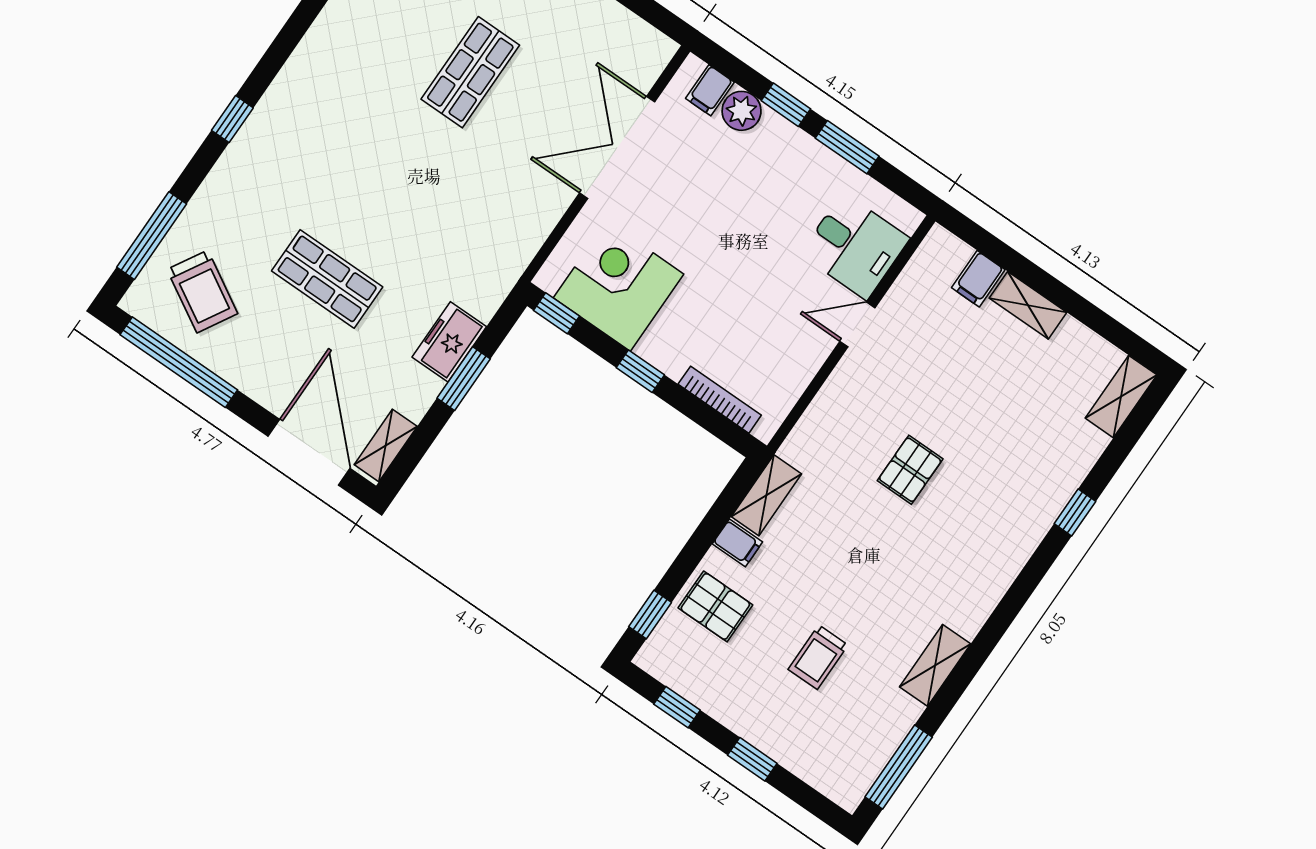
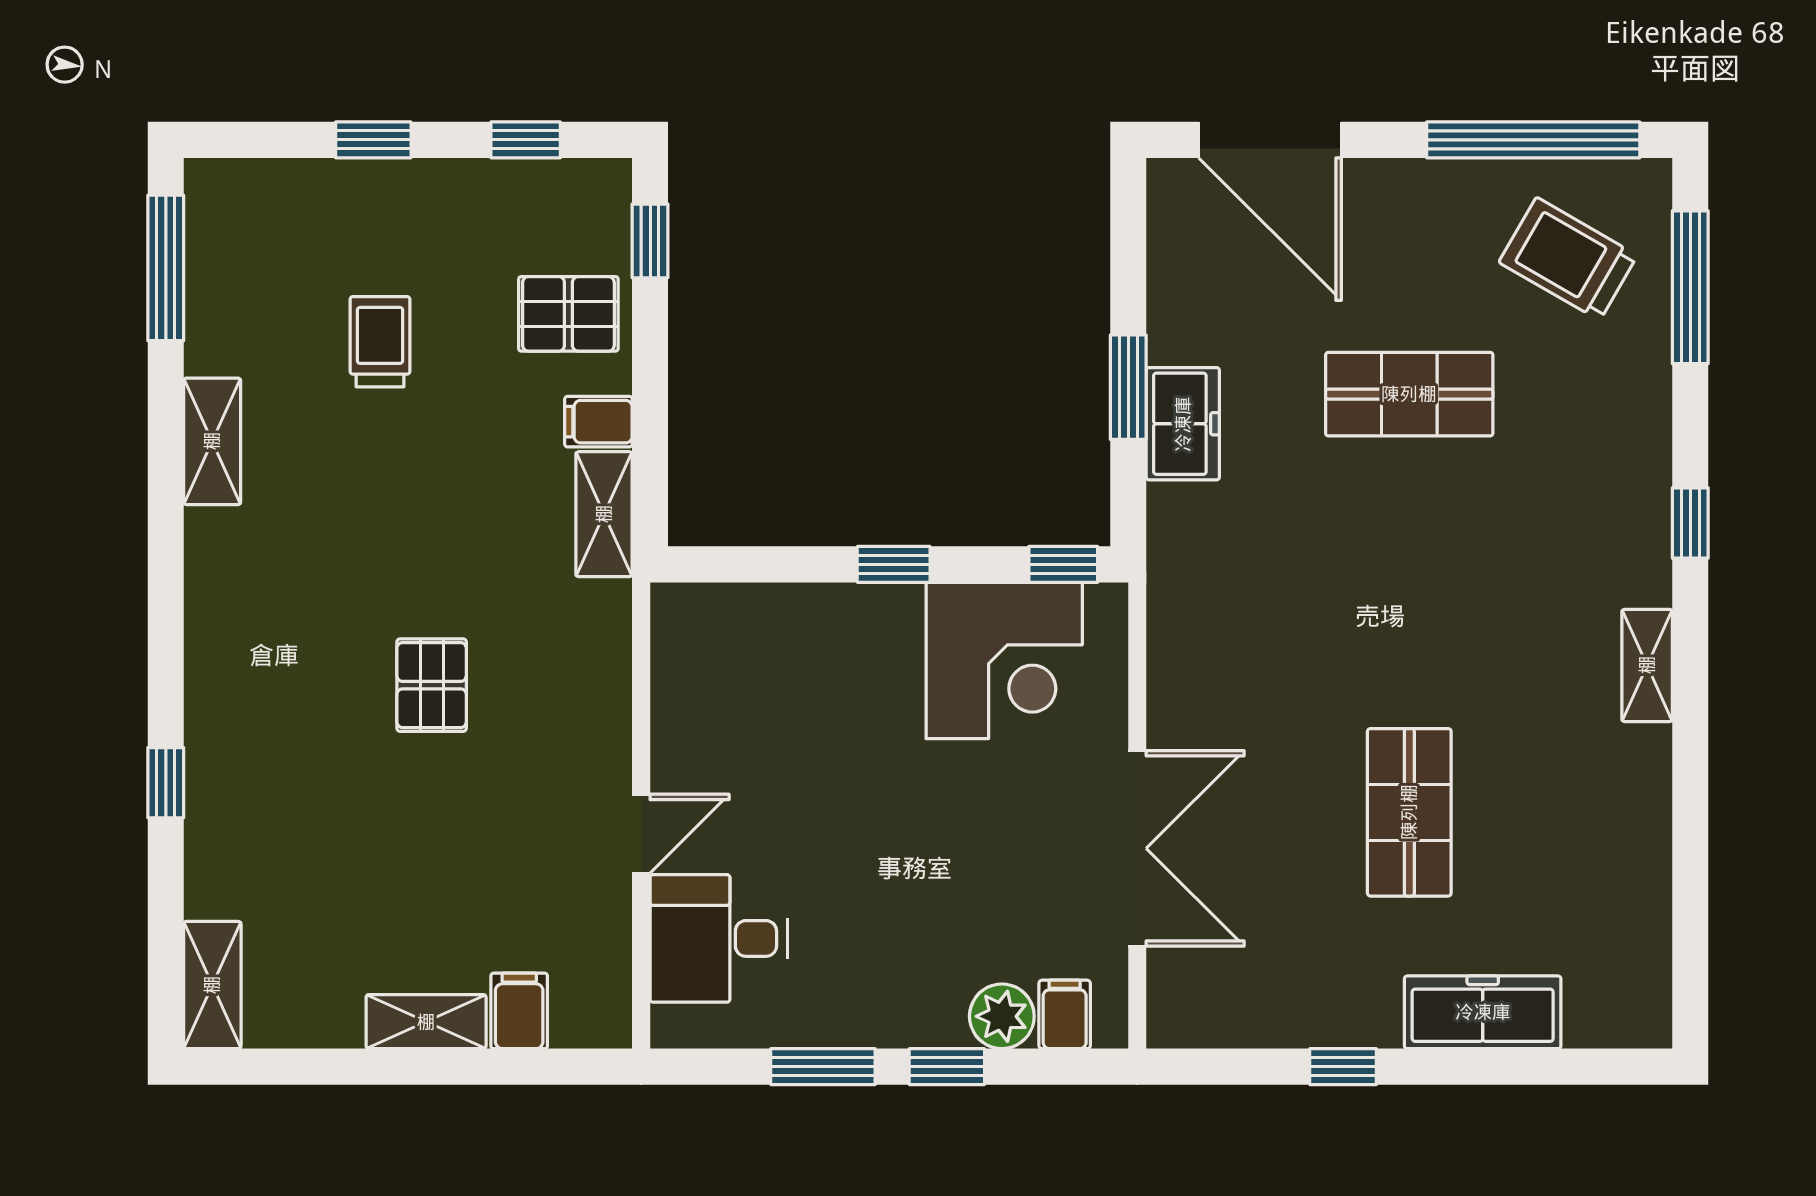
bookcase: (720, 400) -> (758, 601), removed
shelving: (386, 446) -> (1647, 665), moved

